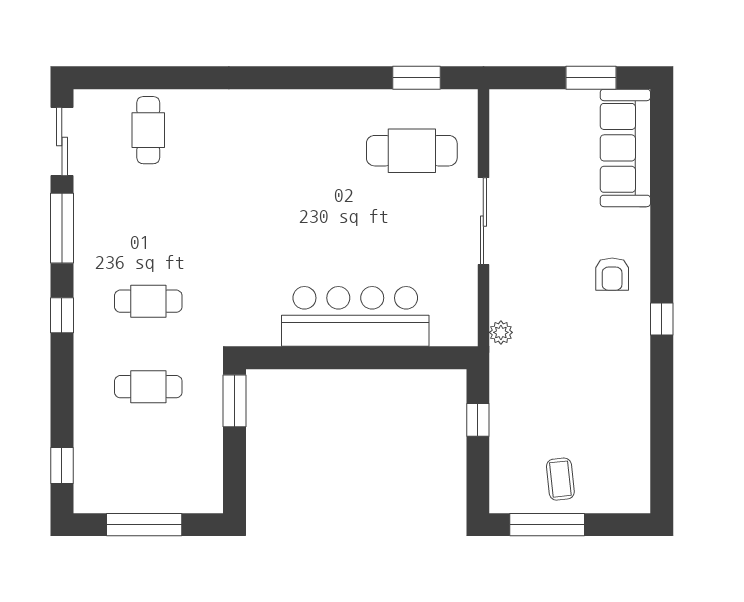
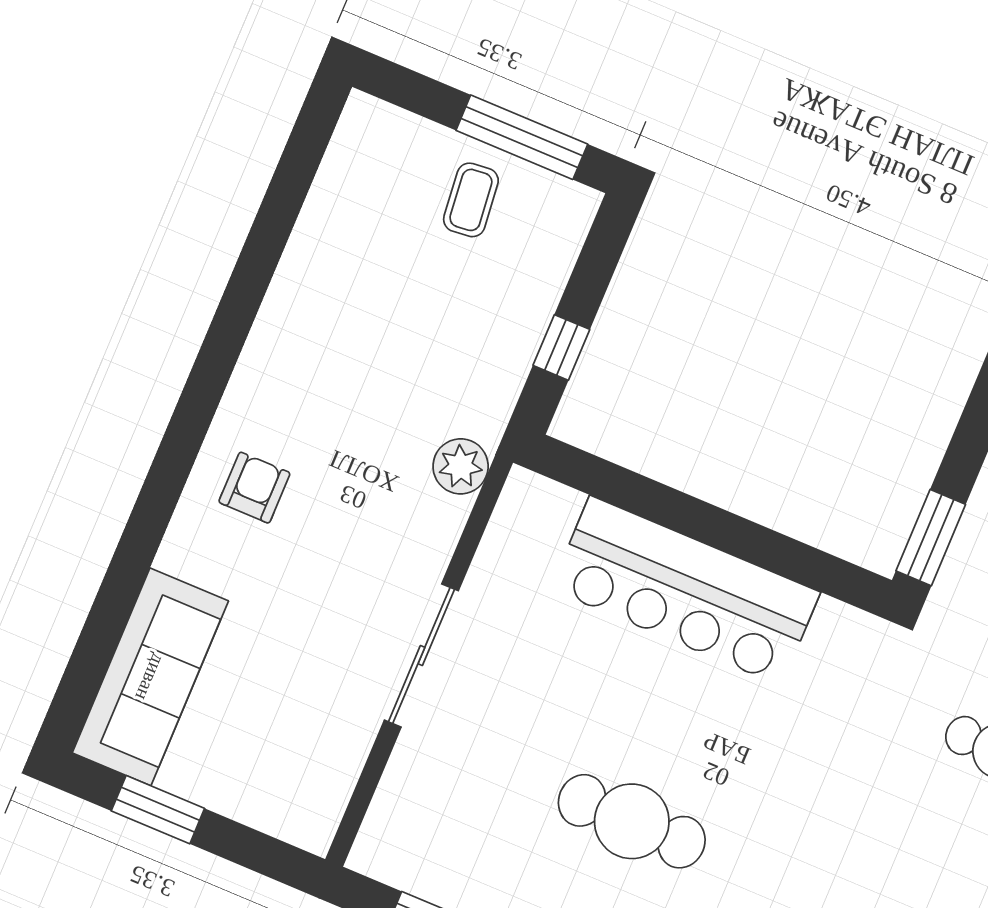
cafe table: (412, 151) -> (632, 821), moved
window: (662, 319) -> (206, 384), removed
plant: (501, 332) -> (461, 466), width x1.38, depth x1.38

